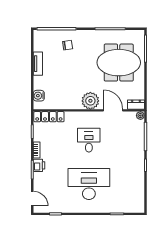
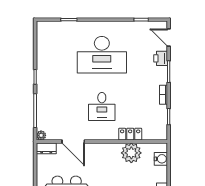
plant: (90, 101) -> (131, 153), moved
locker: (49, 117) -> (130, 134), moved, width x0.66
printer: (39, 165) -> (161, 58), moved

